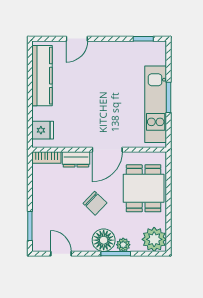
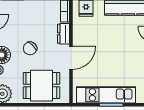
door: (107, 150) -> (71, 58), swing flipped

